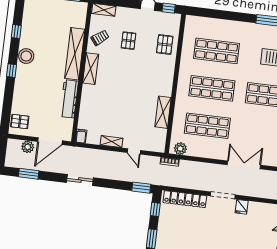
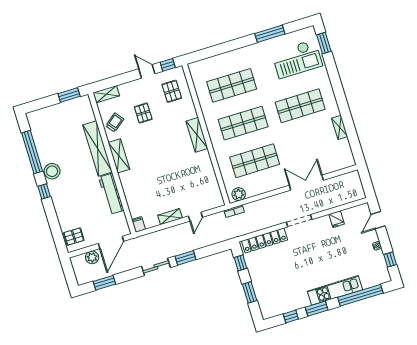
window: (16, 32) -> (32, 152), width x3.17
pallet: (165, 44) -> (172, 91), moved
shelving: (163, 112) -> (197, 135), moved
door: (134, 151) -> (195, 217), hinge flipped
window: (141, 188) -> (185, 258), moved
fridge: (242, 207) -> (337, 219), moved

